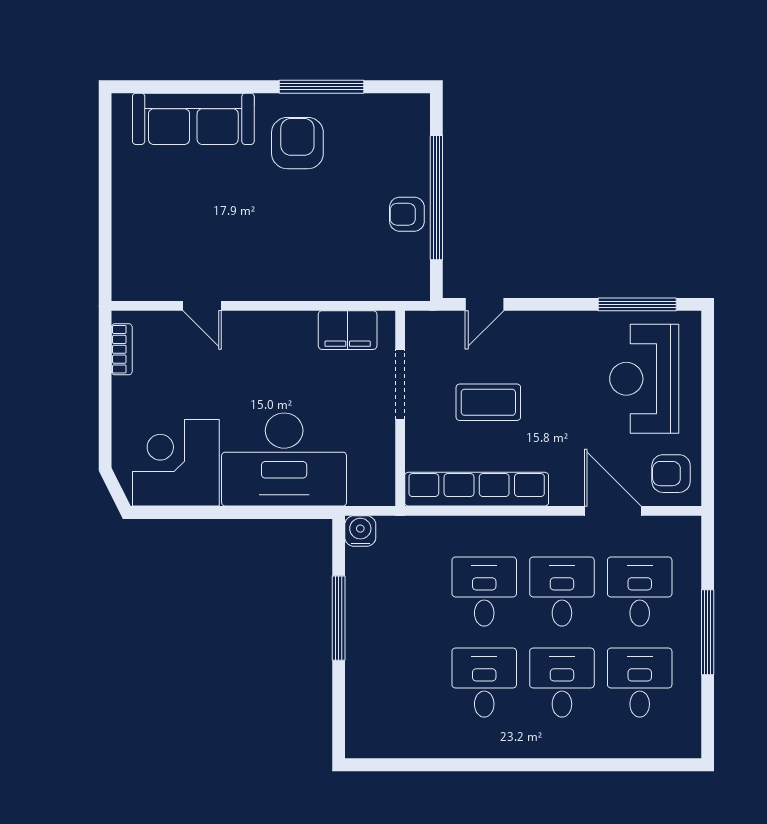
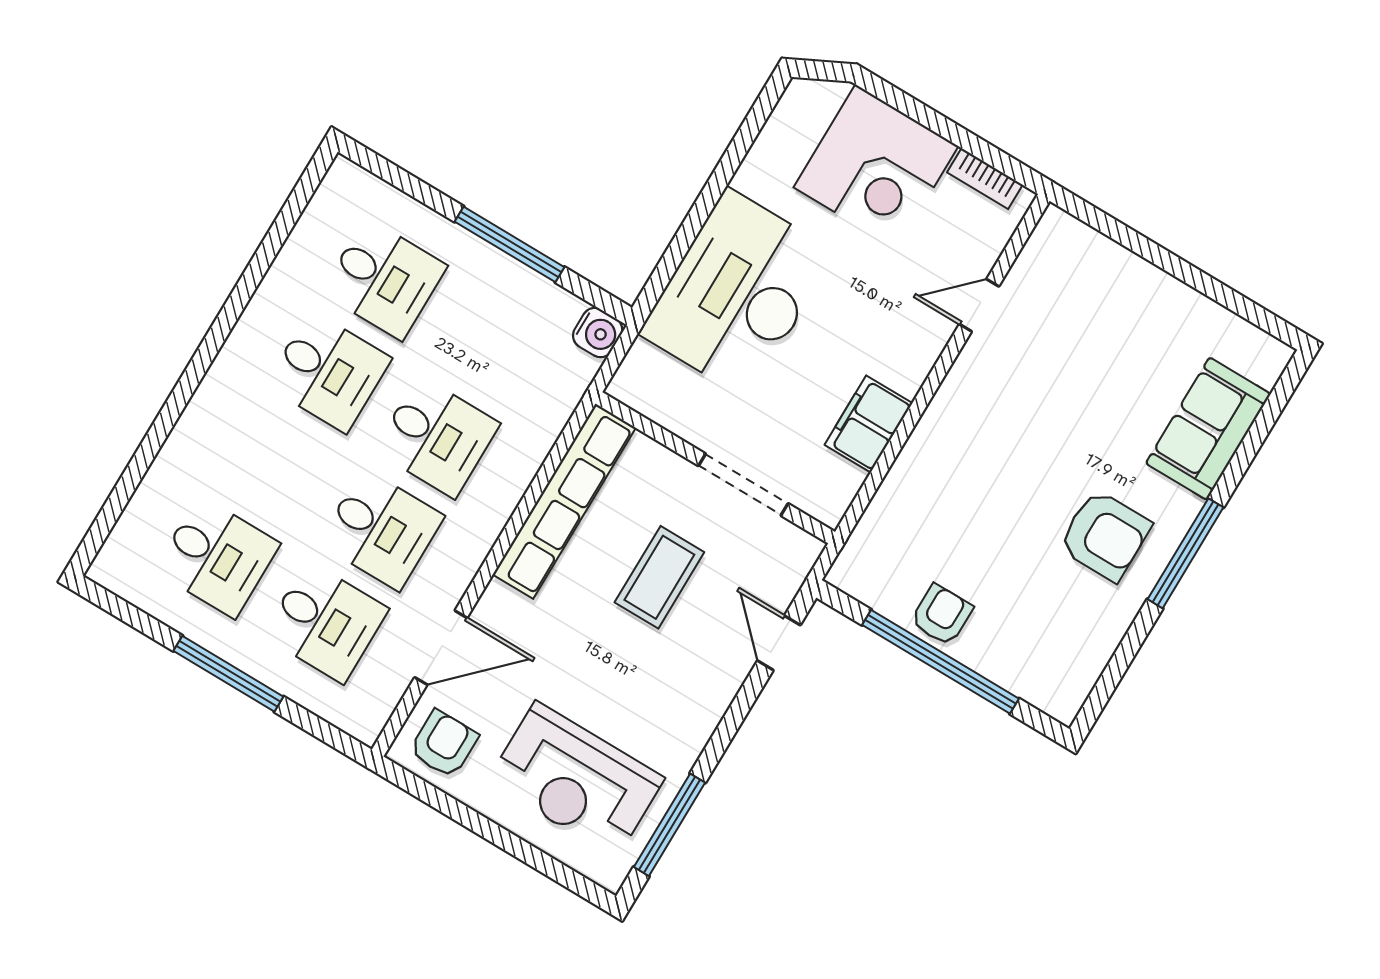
window: (322, 87) -> (1185, 553), moved
sofa: (193, 119) -> (1208, 429), width x0.73
filing cabinet: (348, 330) -> (869, 424), moved
reception desk: (644, 379) -> (576, 780), turned 180
corner desk: (176, 463) -> (876, 167), moved, turned 90
desk: (562, 683) -> (384, 279), moved

